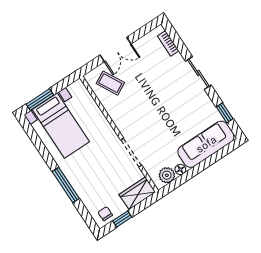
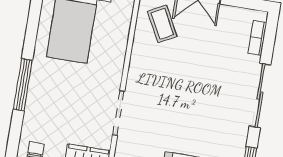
sliding door: (198, 73) -> (260, 95), width x1.37

